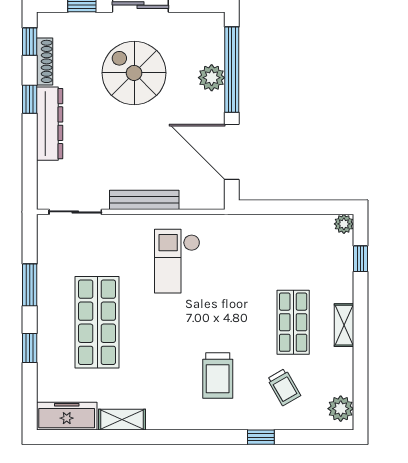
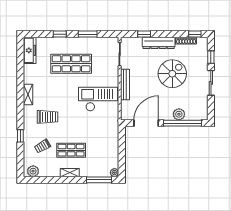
spiral stairs: (134, 73) -> (172, 74), moved
window: (30, 99) -> (144, 34), moved
window: (361, 259) -> (99, 180), width x2.17
checkout: (177, 261) -> (98, 99), width x1.36, depth x1.21
trolley: (218, 376) -> (48, 117), turned 180
shelving: (122, 420) -> (28, 95), moved

